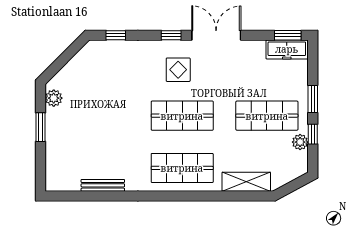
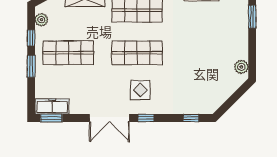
window: (41, 127) -> (252, 17), moved
plant: (300, 142) -> (41, 20), moved

